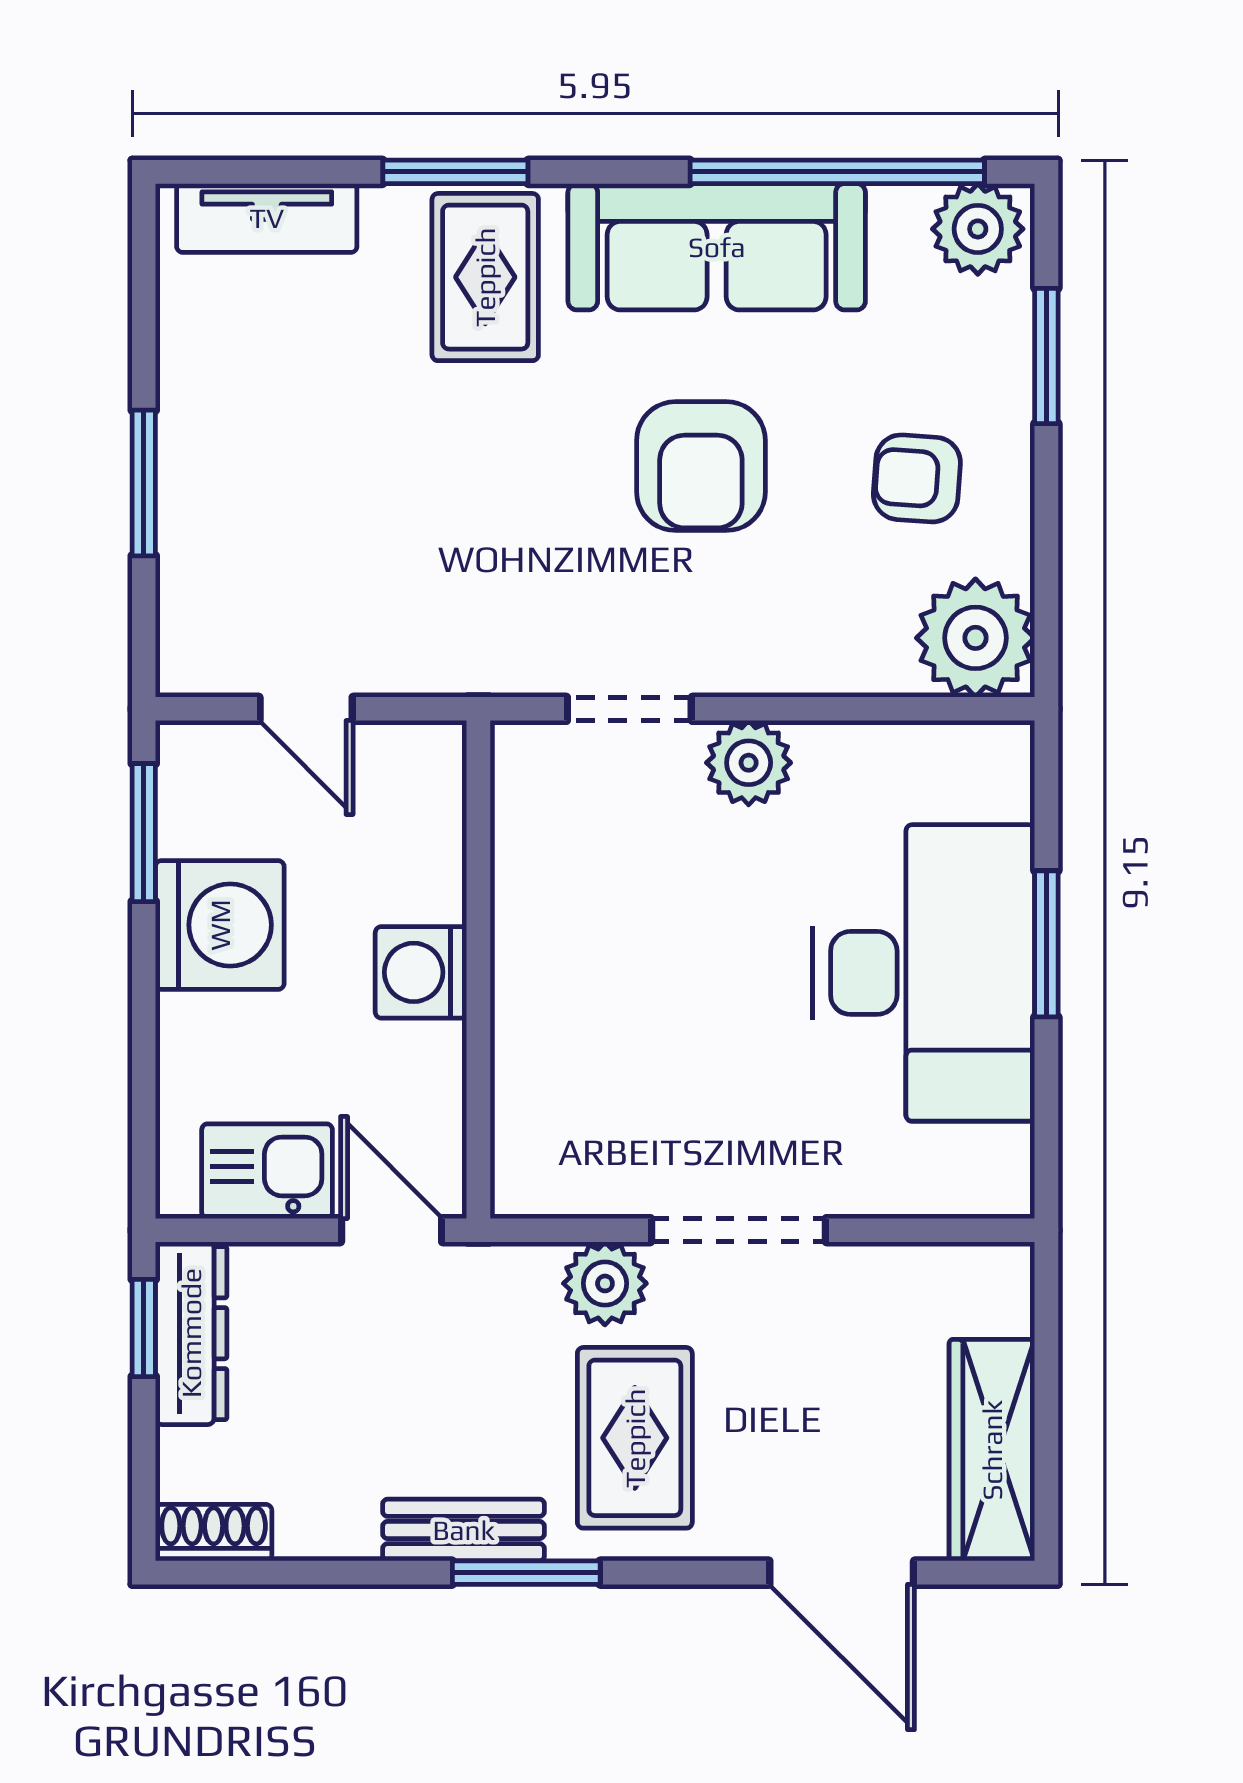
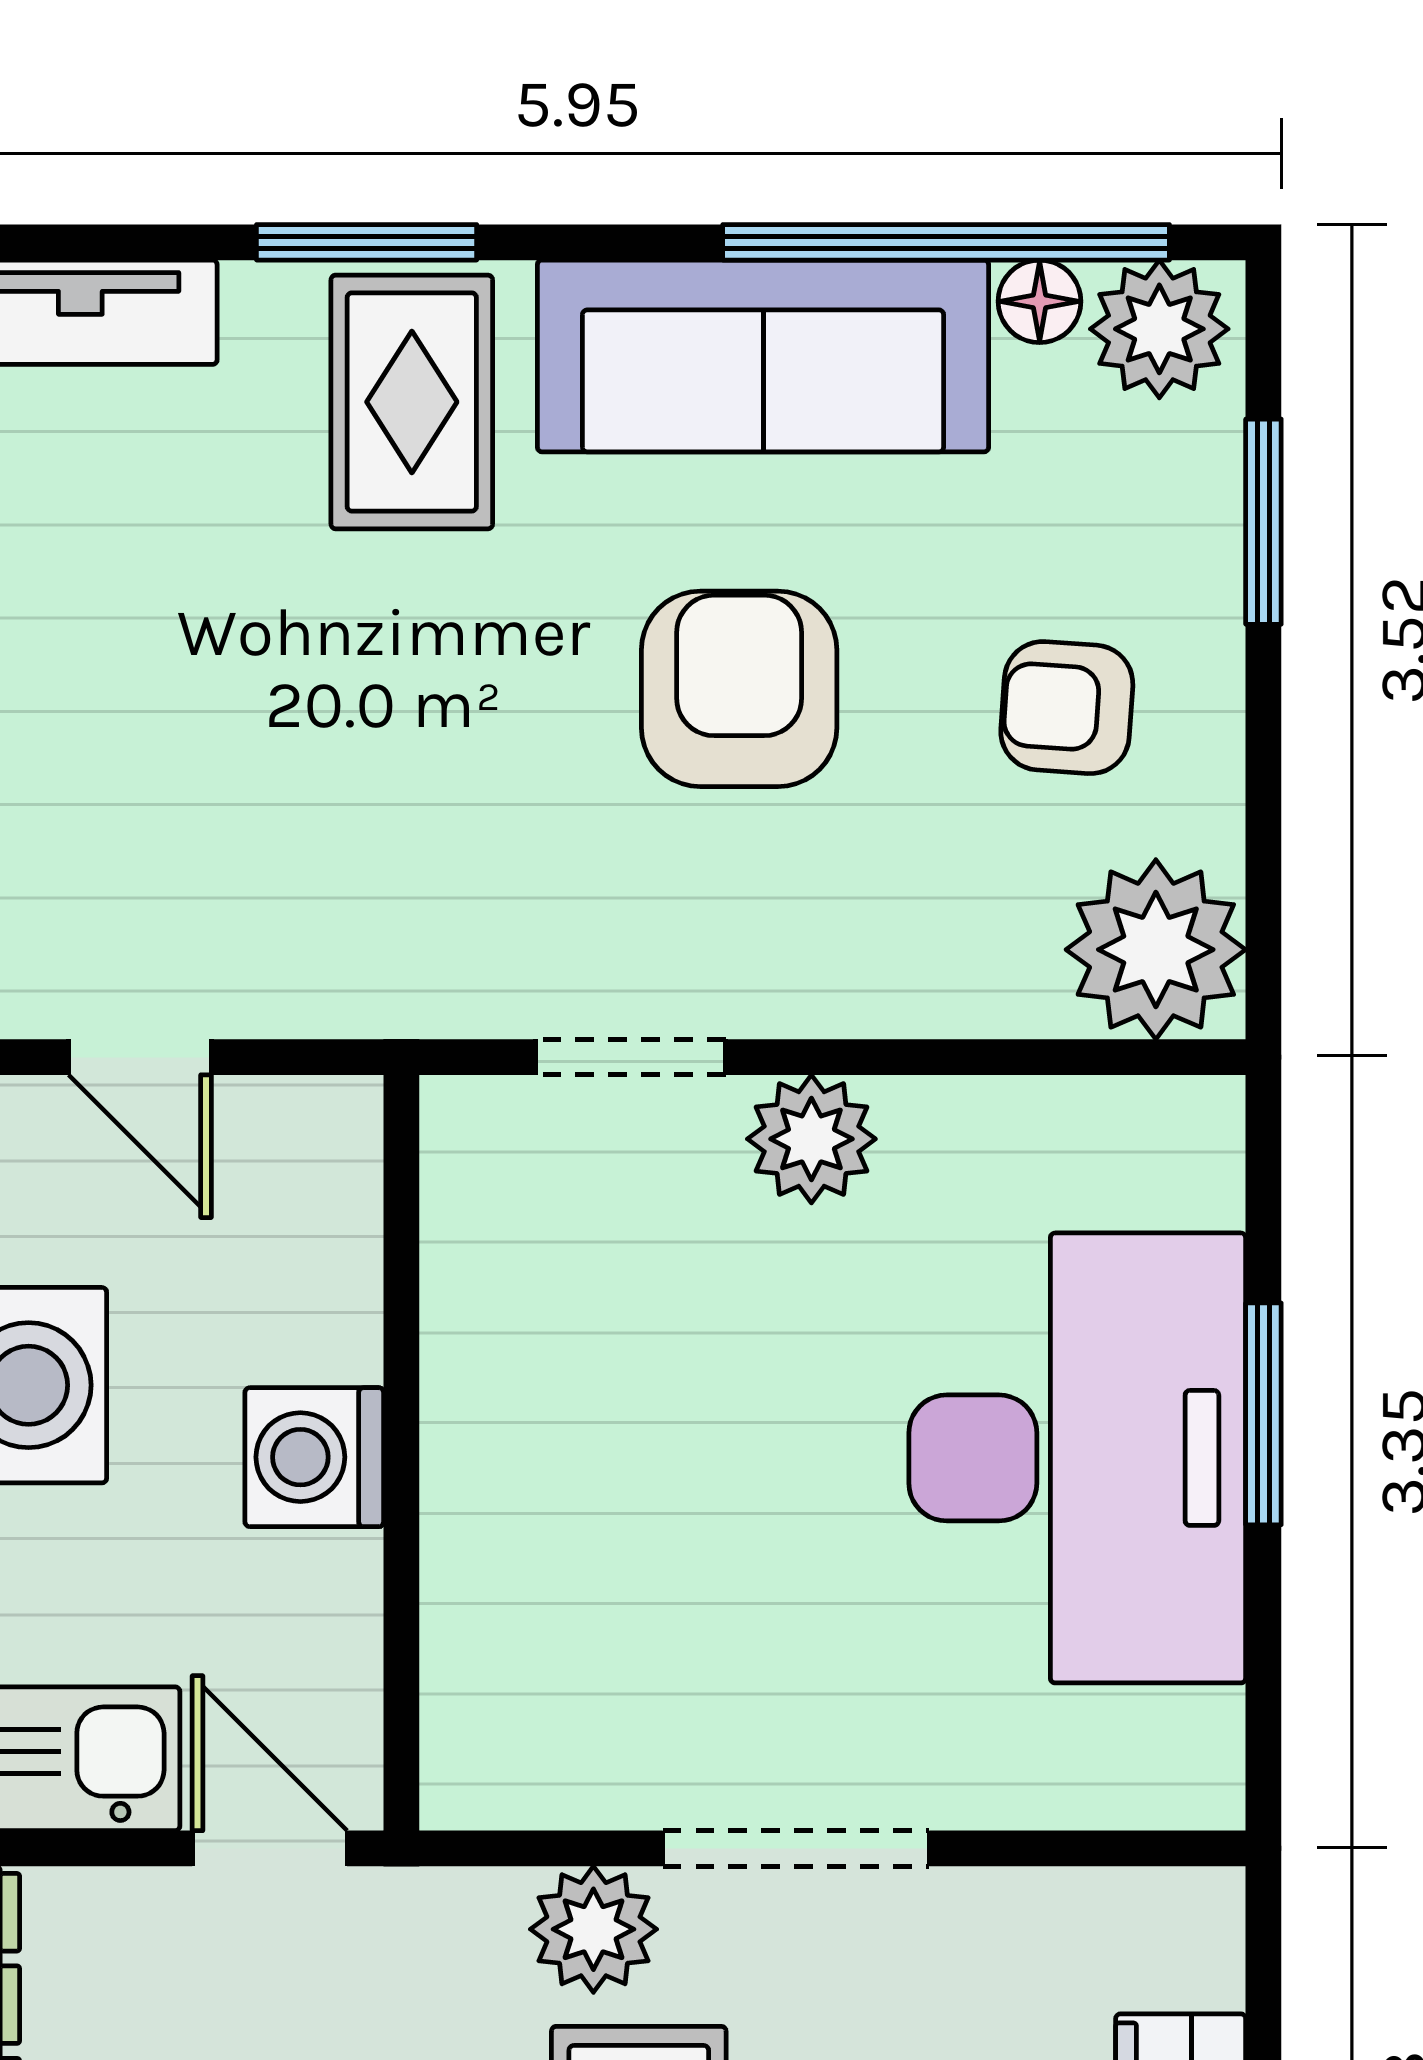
floor lamp: (899, 211) -> (1040, 301), added
armchair: (701, 466) -> (739, 689), turned 180

